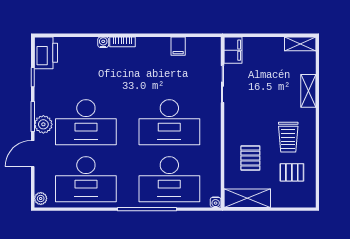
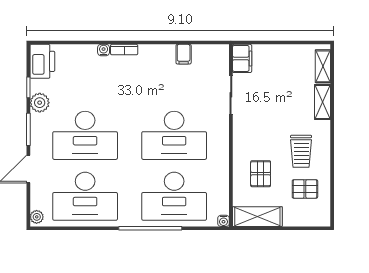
shelving: (300, 44) -> (323, 66), moved, turned 90
plant: (43, 124) -> (40, 103), moved

